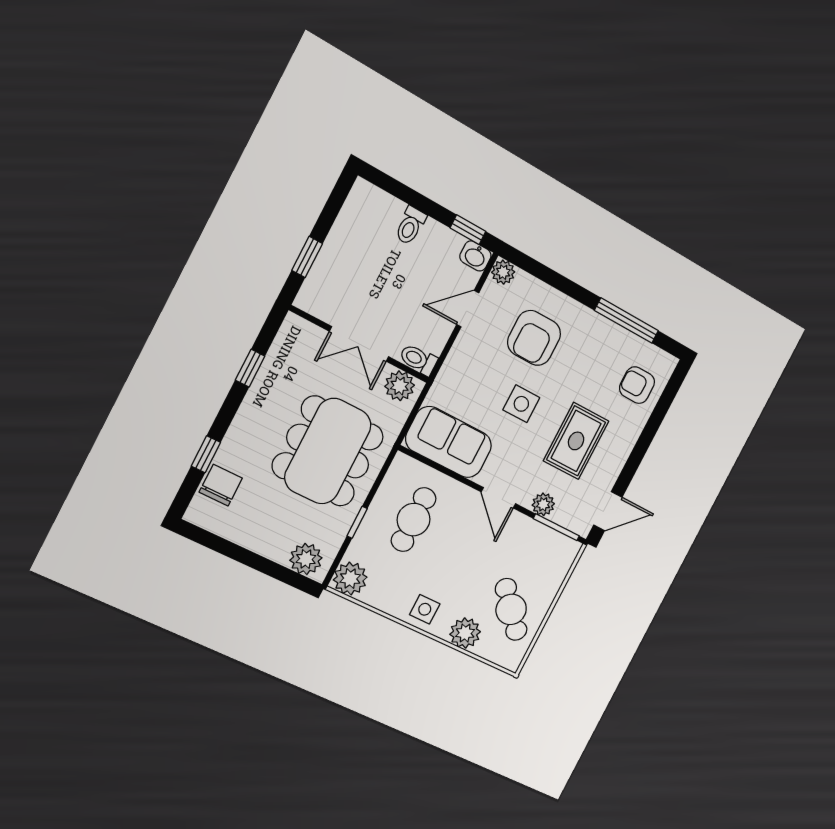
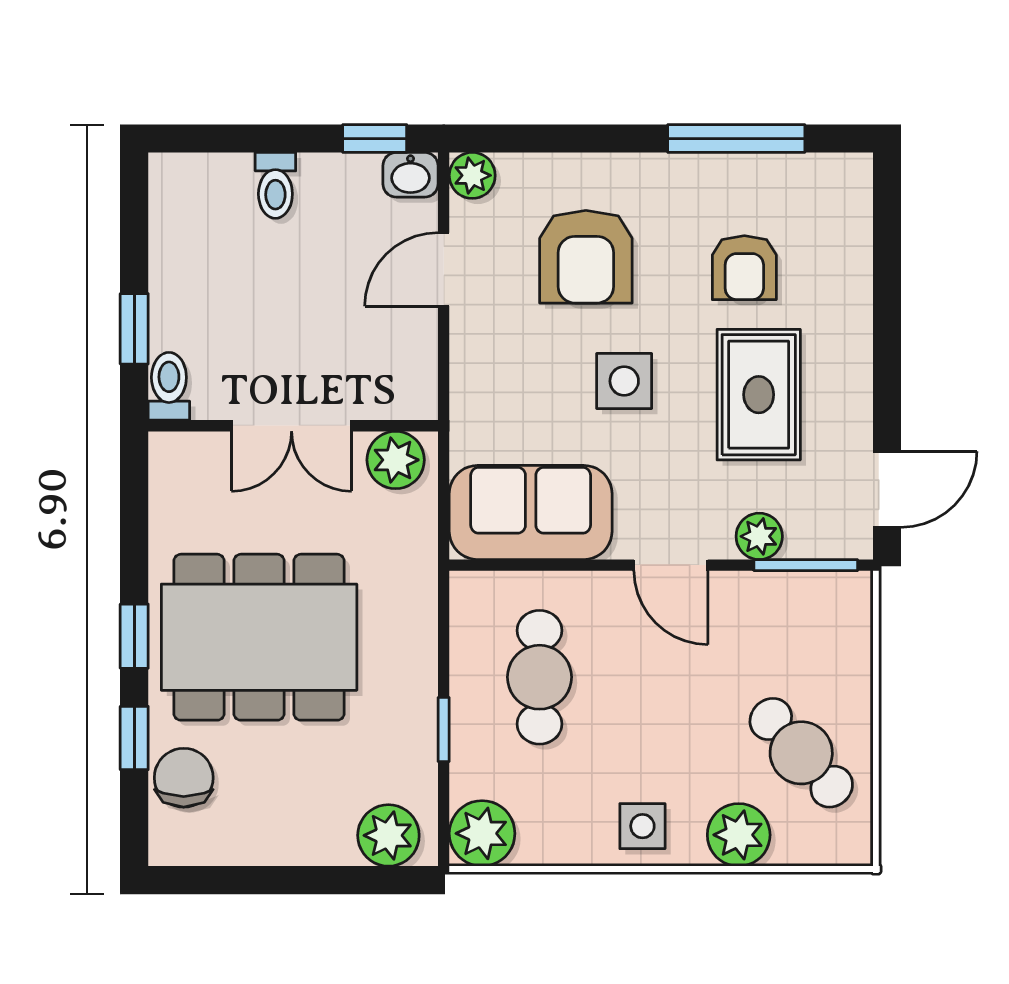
toilet: (418, 360) -> (169, 386), moved, turned 90
window: (250, 368) -> (134, 636), moved
armchair: (637, 385) -> (744, 268), moved, turned -90
dining table: (328, 451) -> (259, 637), moved, turned 90

